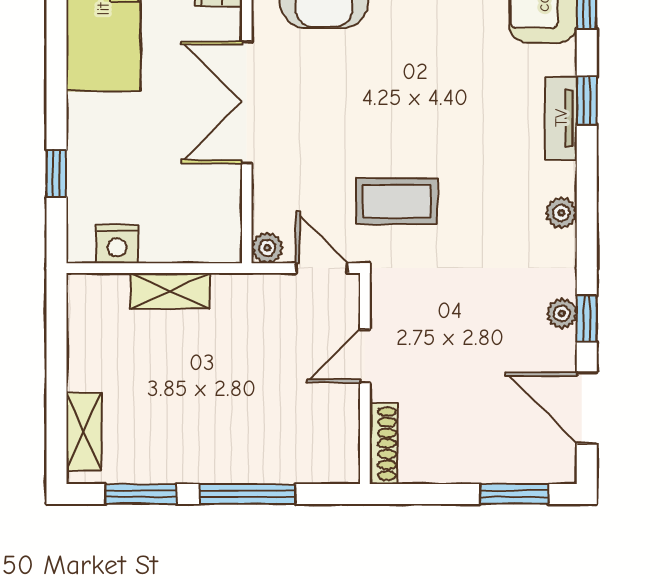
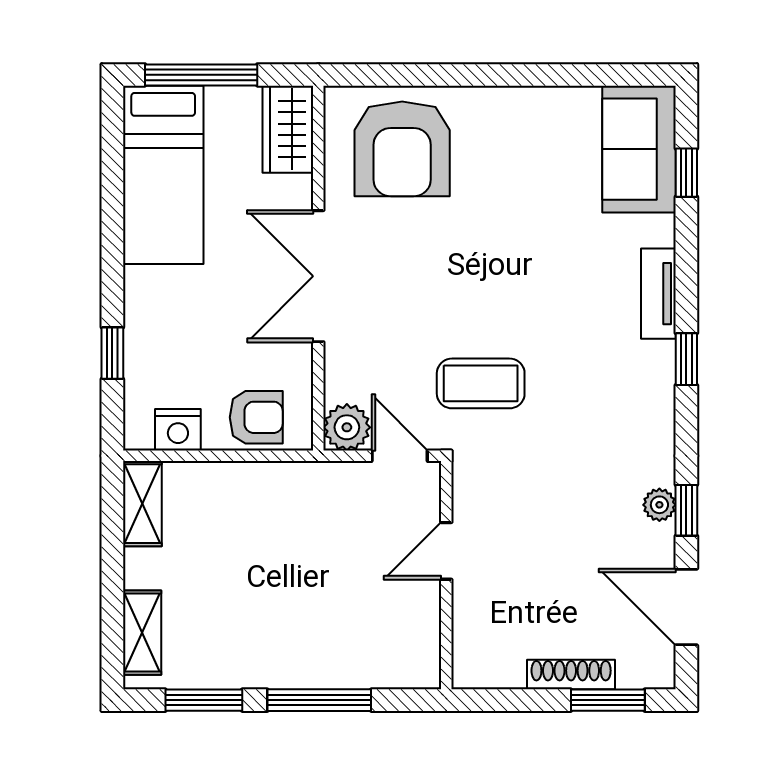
window: (587, 101) -> (686, 359), moved
plant: (561, 213) -> (659, 396), removed
armchair: (189, 233) -> (256, 417), added
plant: (267, 248) -> (347, 427), width x1.38, depth x1.38
shelving: (170, 291) -> (142, 504), moved, turned 90
shoe rack: (383, 444) -> (571, 675), moved, turned -90

